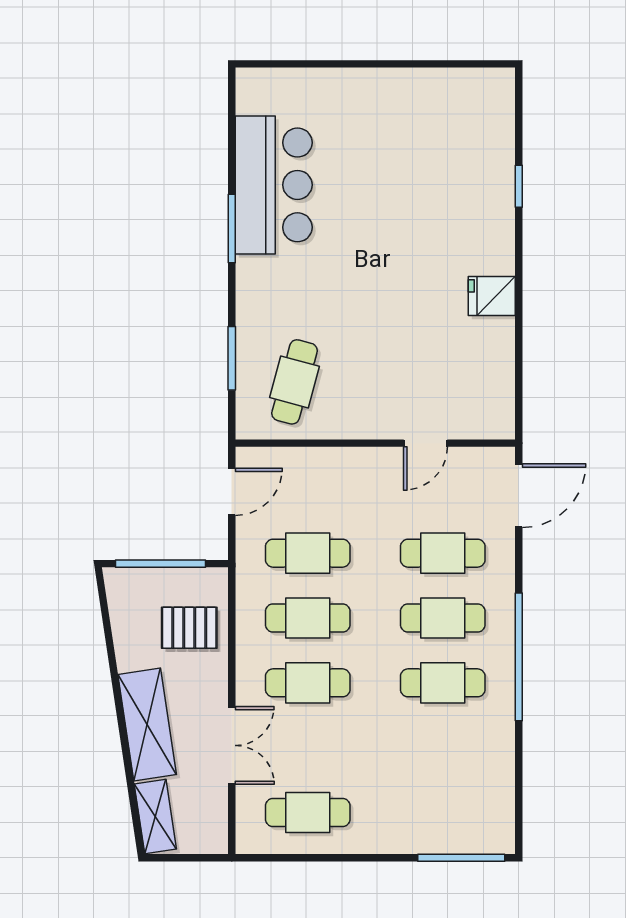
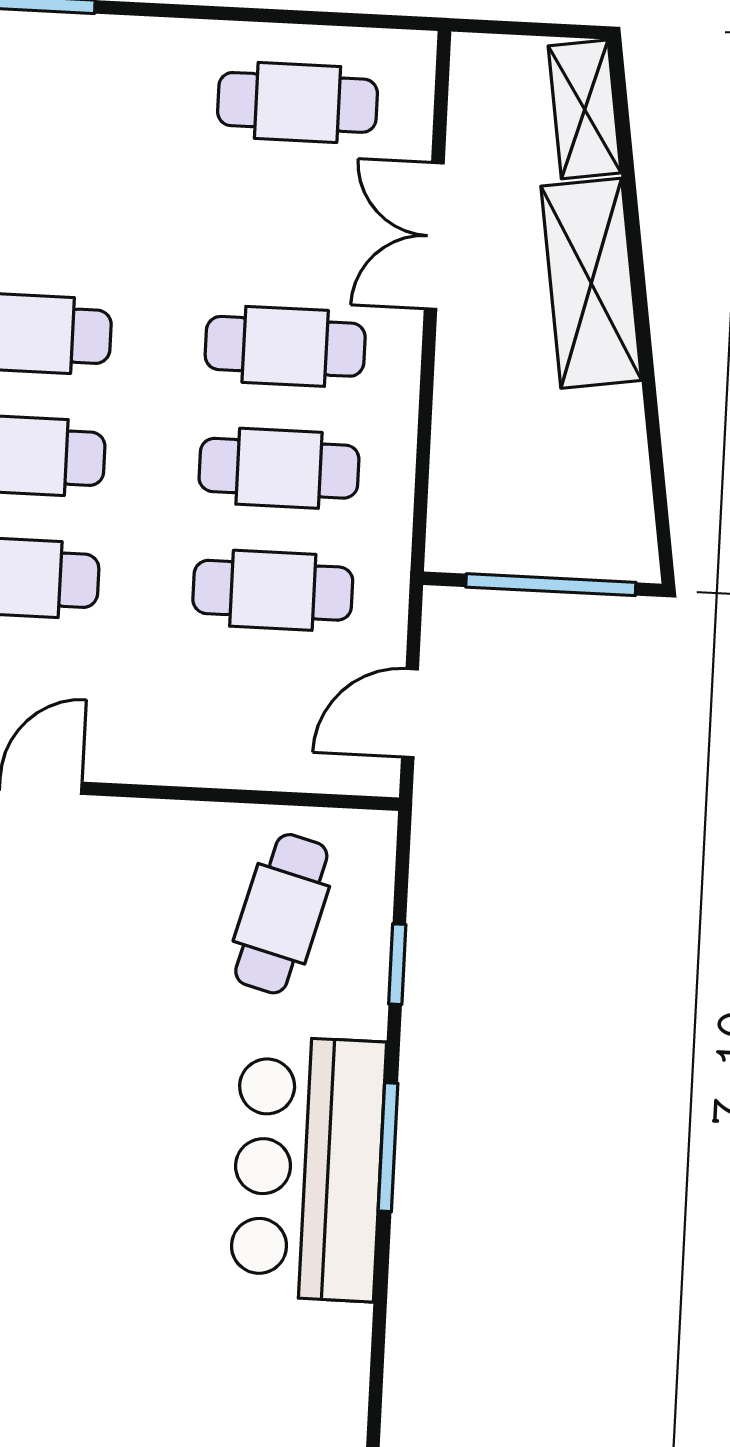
bar counter: (274, 185) -> (308, 1168), moved
window: (232, 229) -> (388, 1147), moved
window: (232, 358) -> (397, 964), width x0.67
pallet: (189, 628) -> (503, 461), removed

